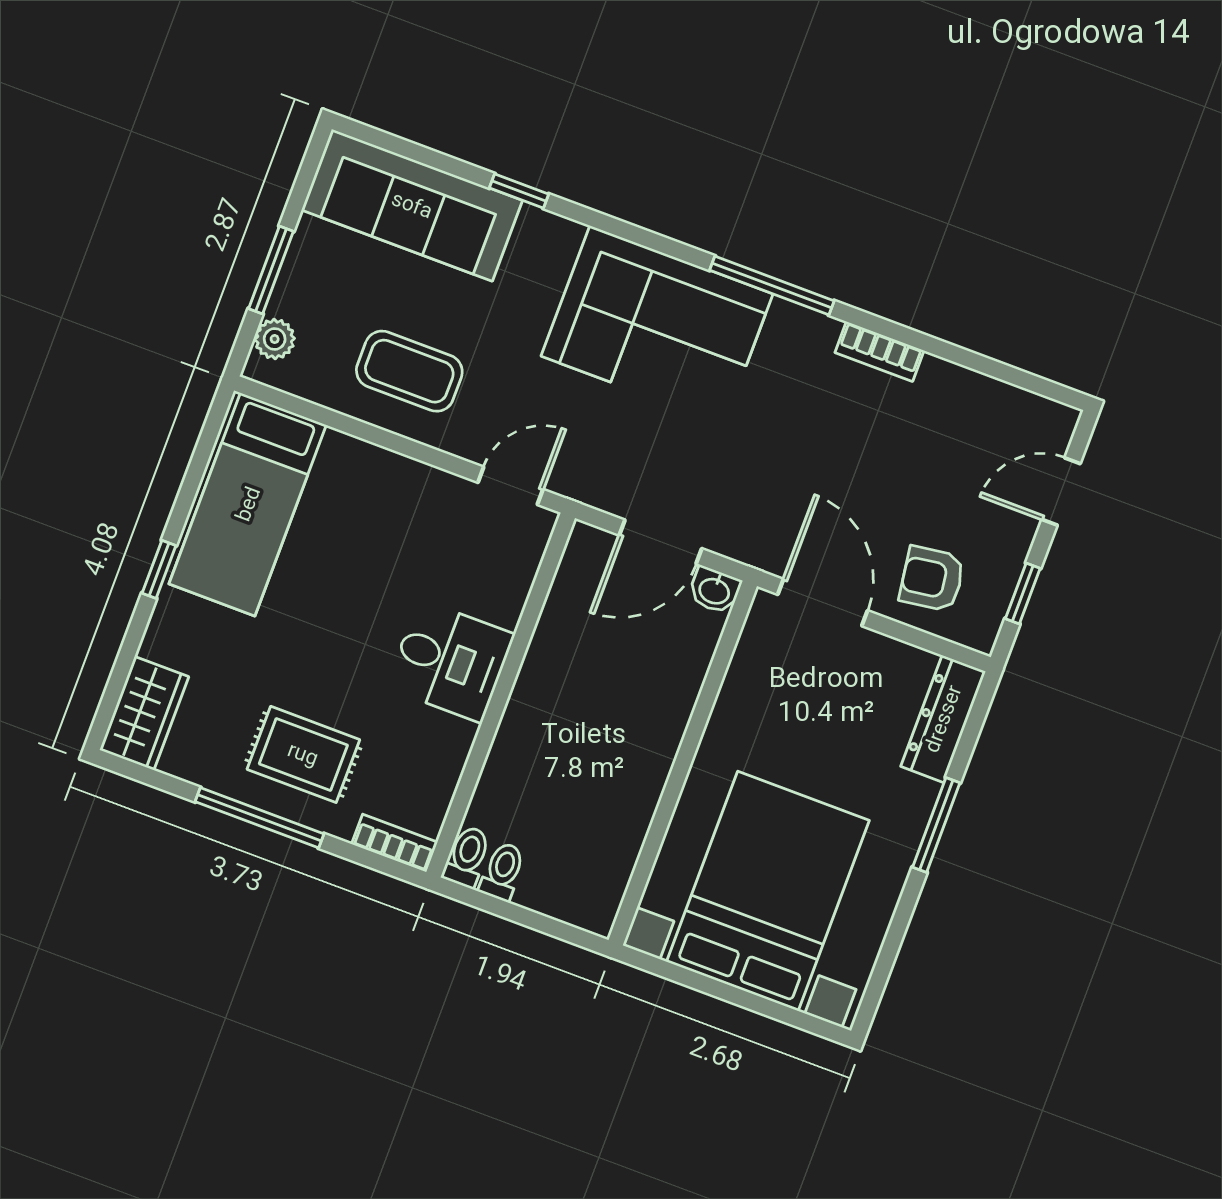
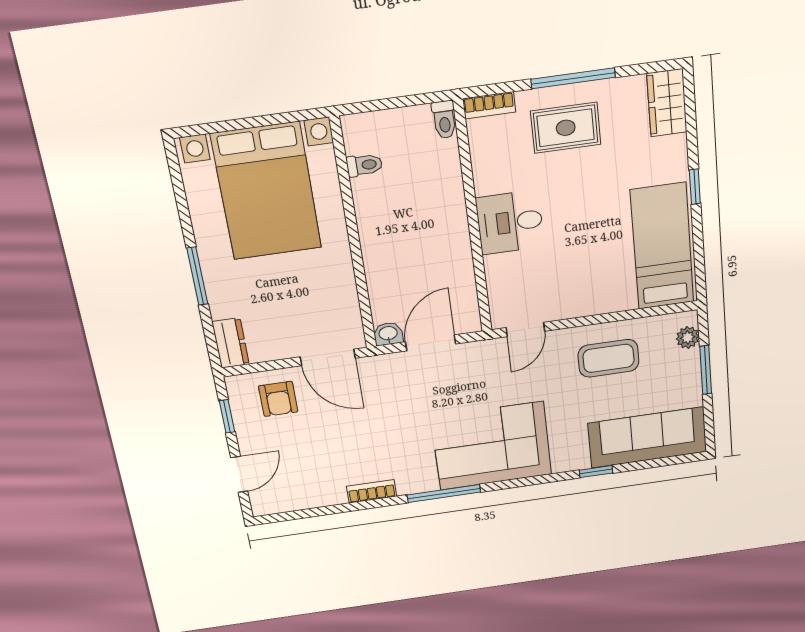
armchair: (932, 579) -> (278, 399), turned 98
dresser: (943, 719) -> (231, 343), width x0.70
toilet: (502, 871) -> (364, 165), moved, turned -90

